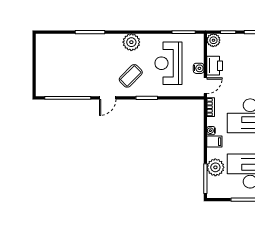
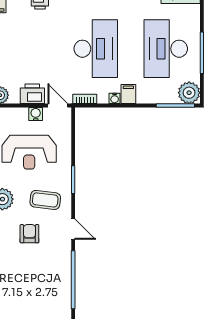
armchair: (104, 63) -> (29, 234), added
coffee table: (131, 76) -> (45, 200), turned -38
plant: (215, 167) -> (189, 93), moved

